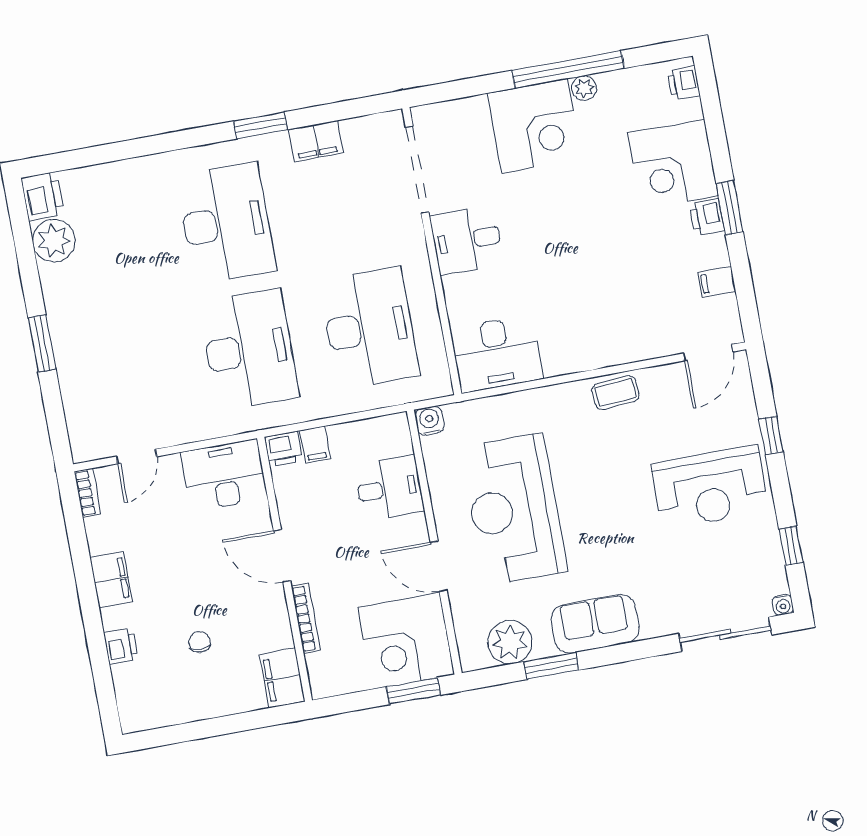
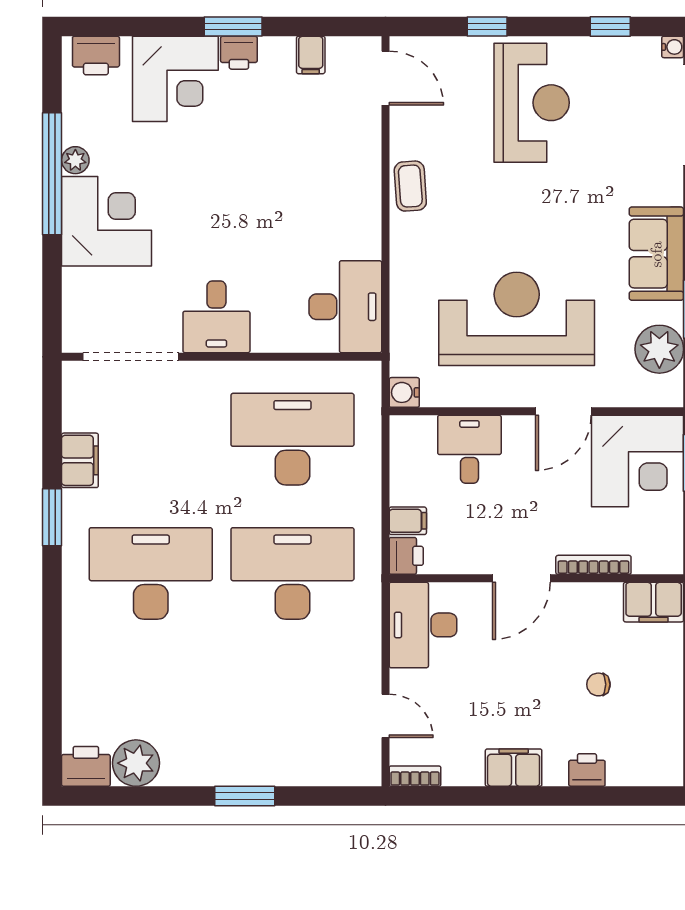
printer: (684, 83) -> (96, 55), width x1.36, depth x1.24
reception desk: (514, 509) -> (517, 319), turned 180

